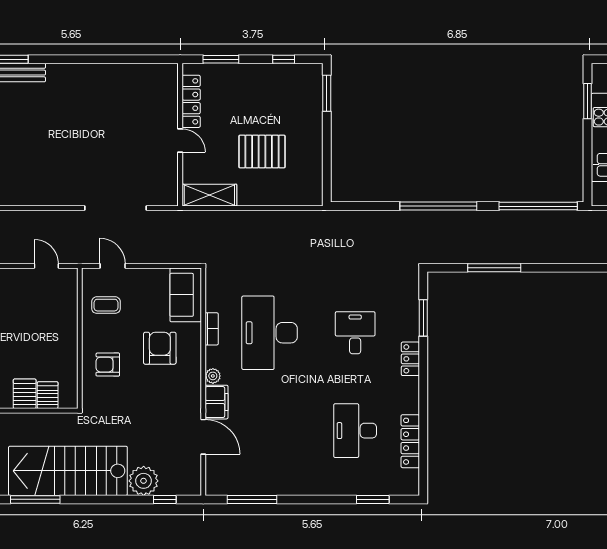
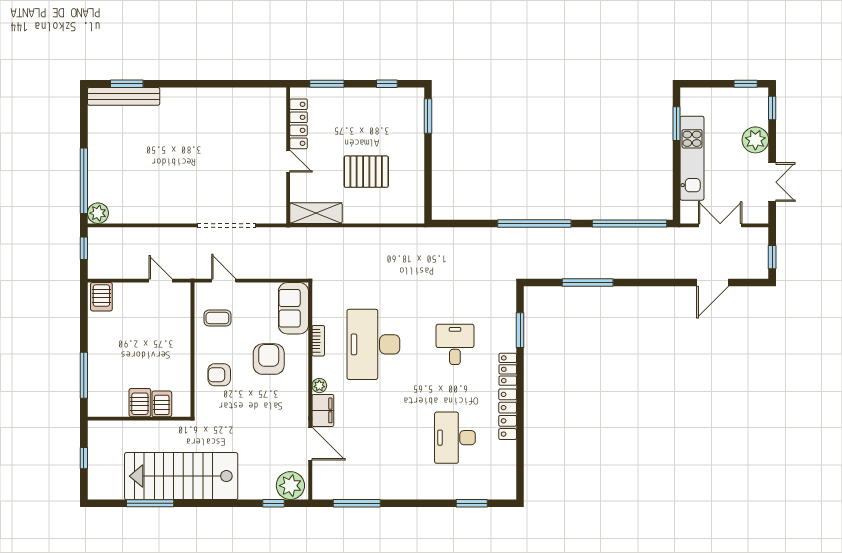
locker: (410, 441) -> (508, 414), moved
plant: (144, 481) -> (290, 486), moved

